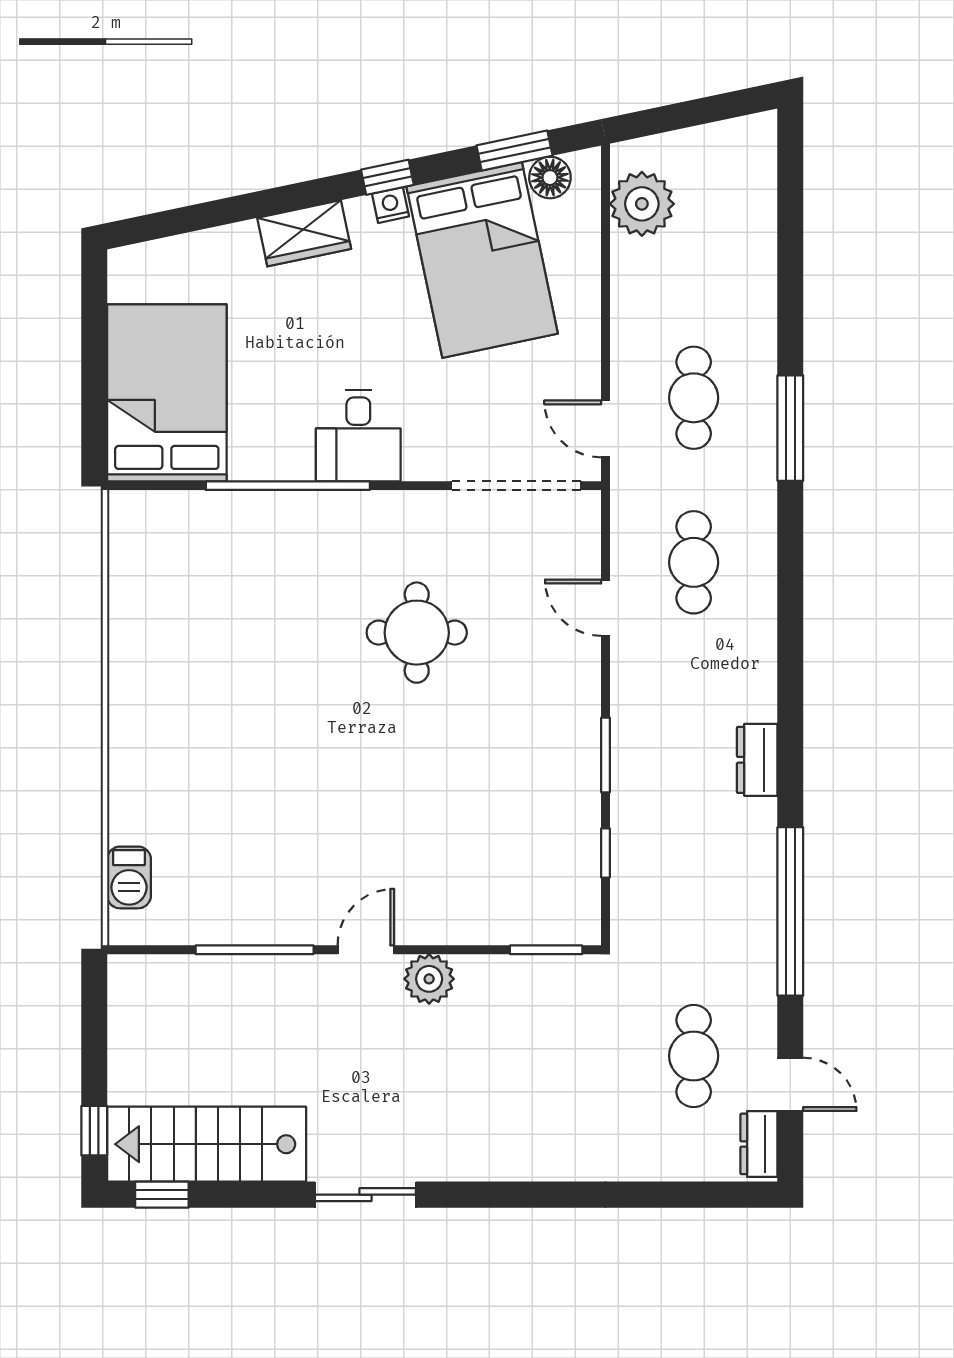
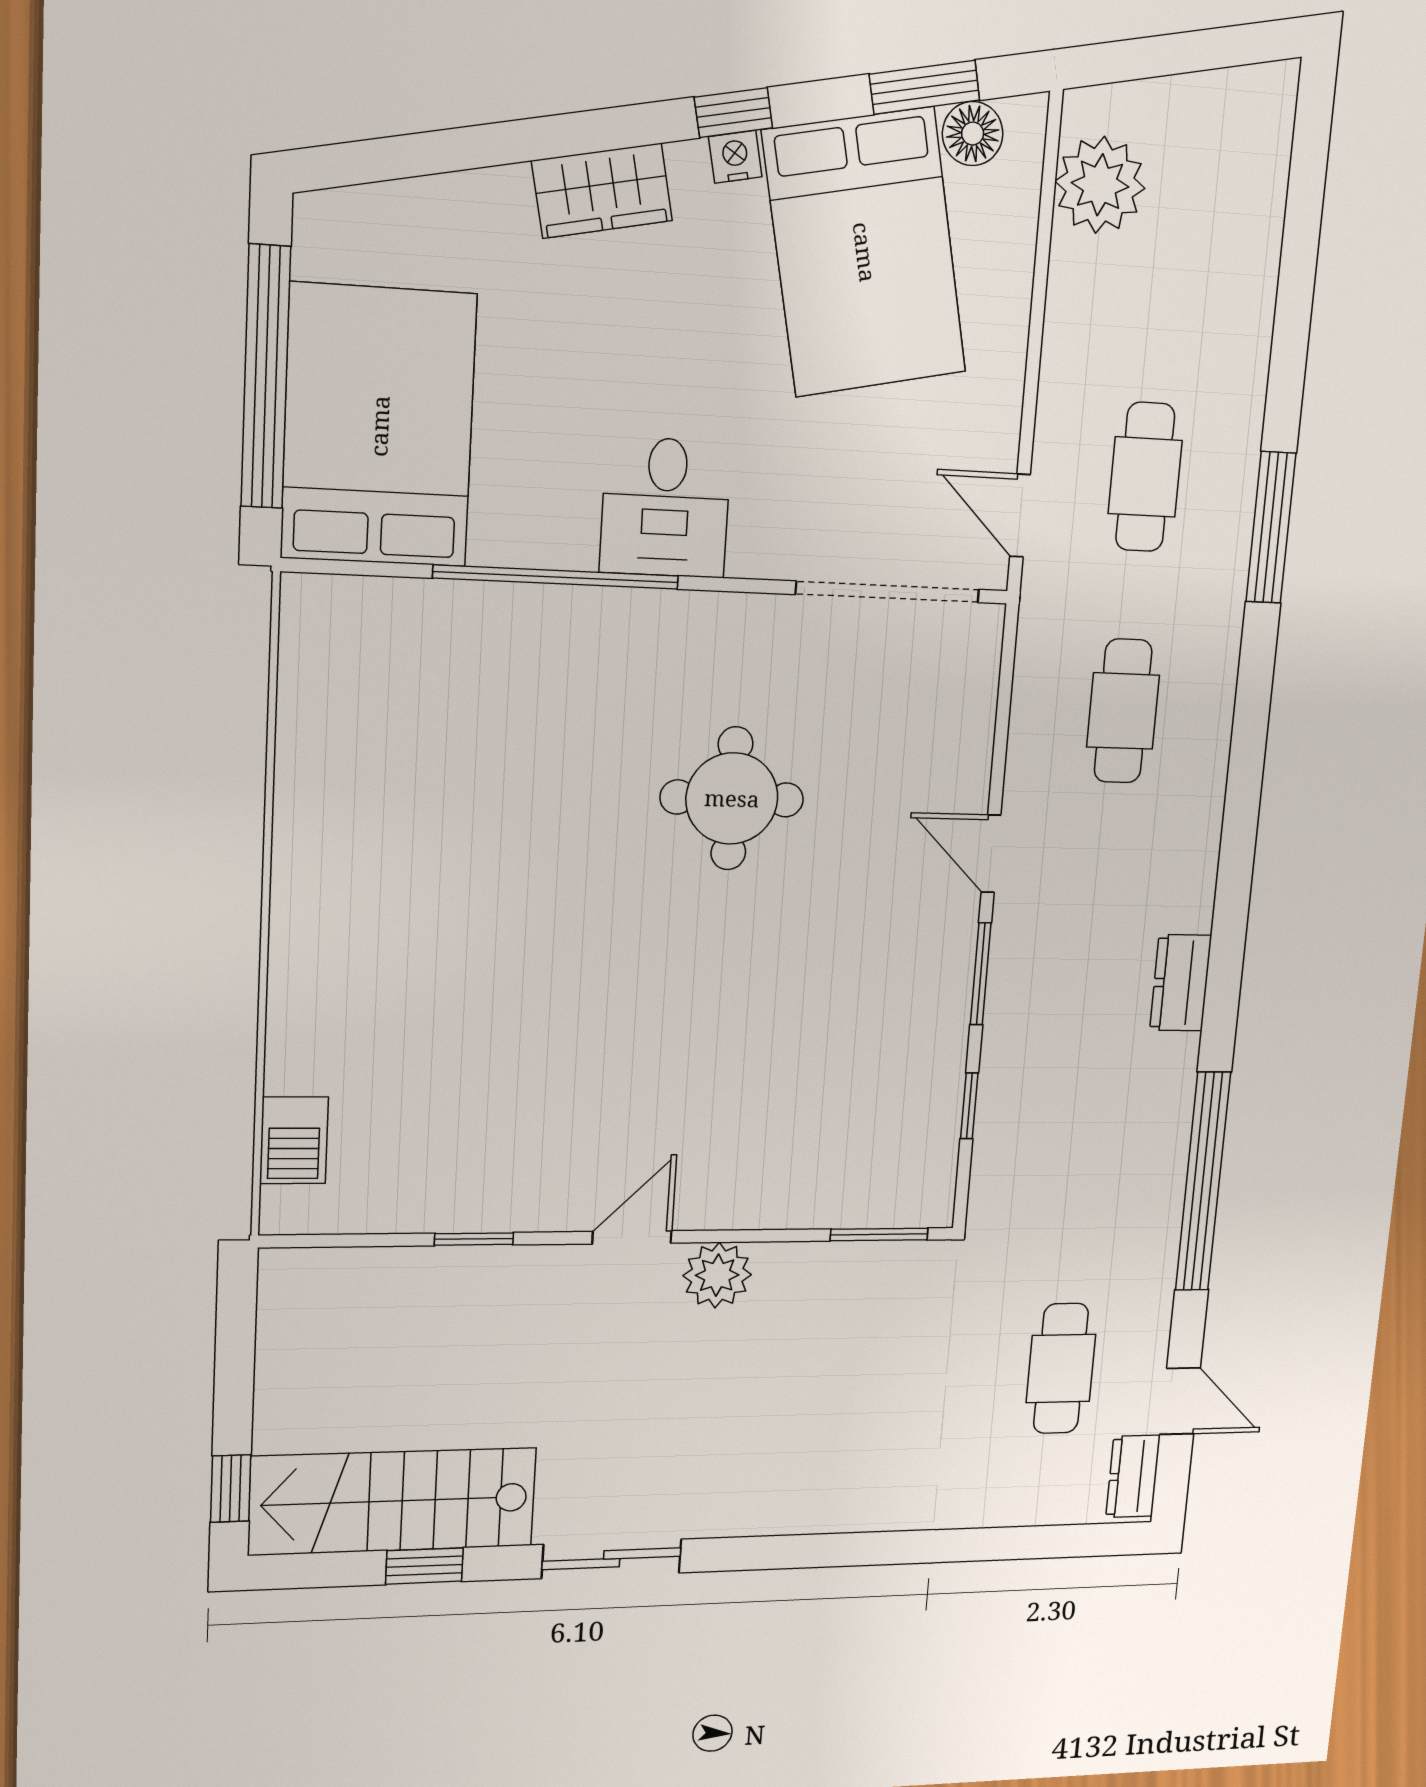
window: (94, 366) -> (266, 377), added
door: (606, 608) -> (991, 854), moved
window: (255, 950) -> (474, 1239), width x0.46
window: (162, 1195) -> (424, 1566), moved

